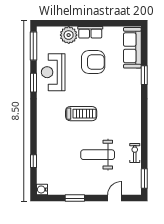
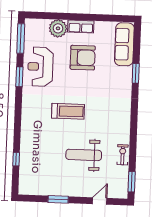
water cooler: (42, 189) -> (24, 189), removed

